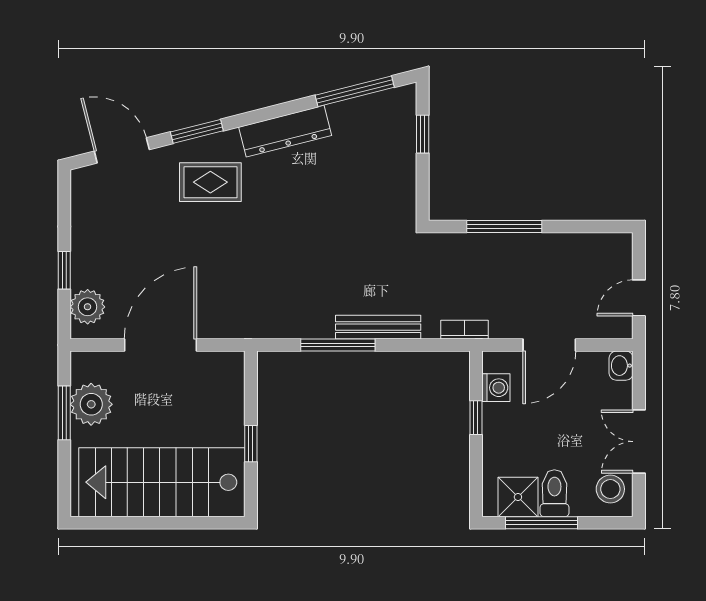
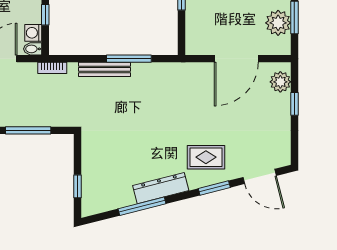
window: (355, 91) -> (142, 206), moved
bidet: (497, 361) -> (33, 49), added

